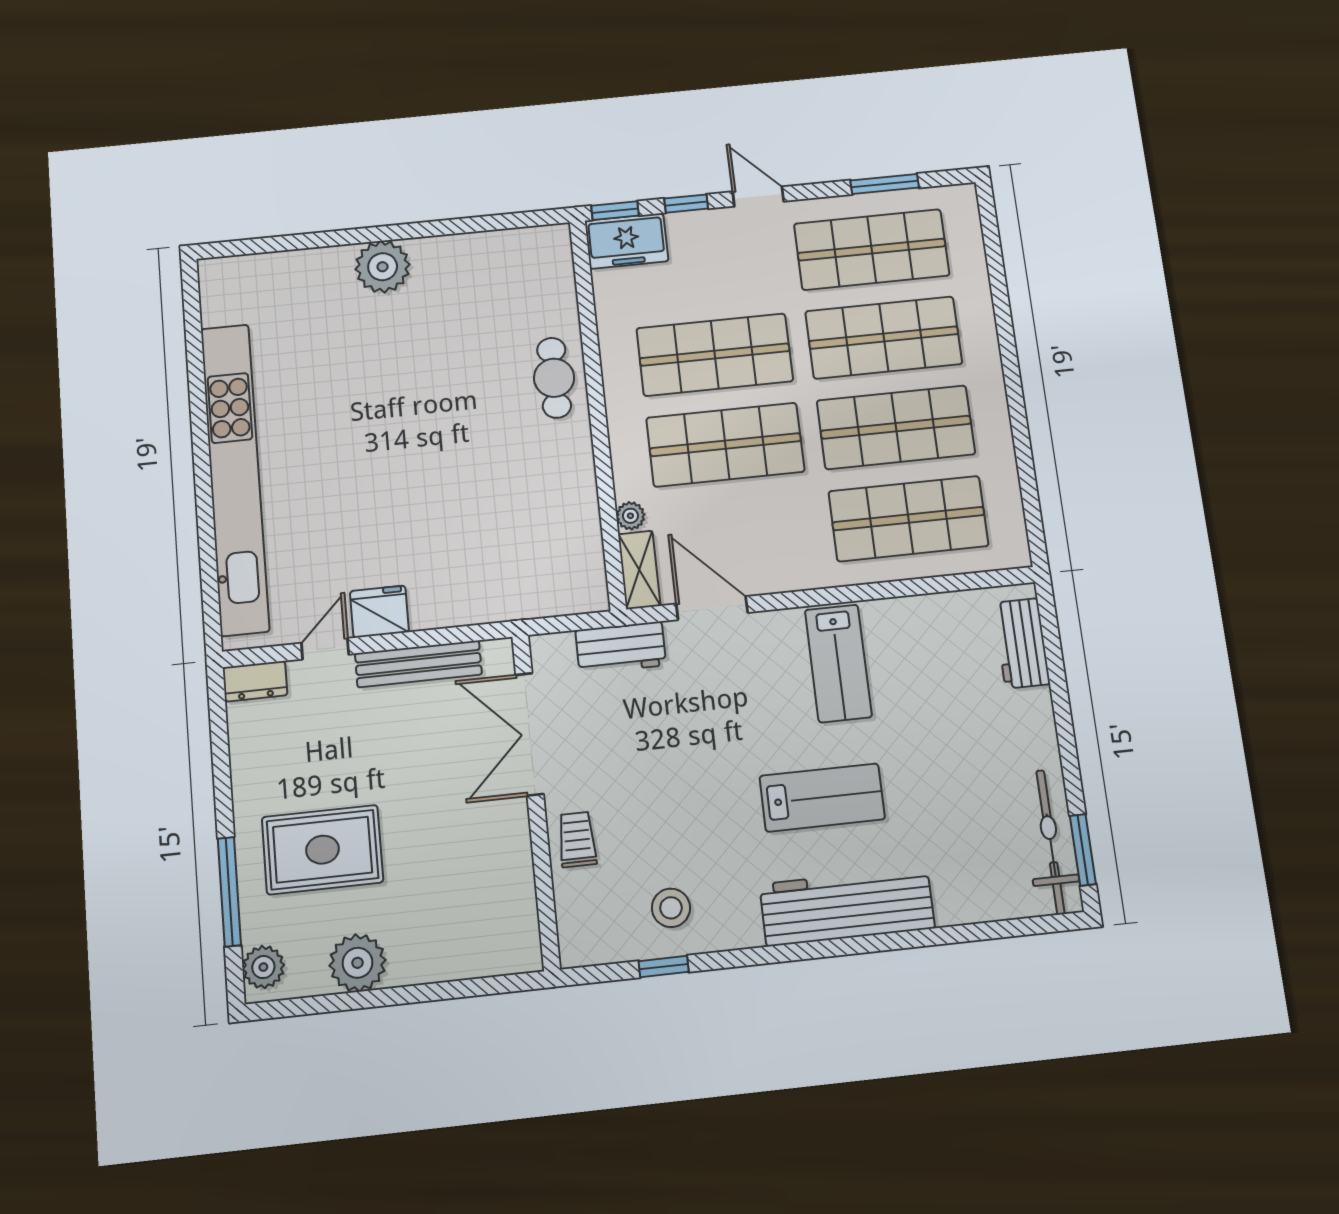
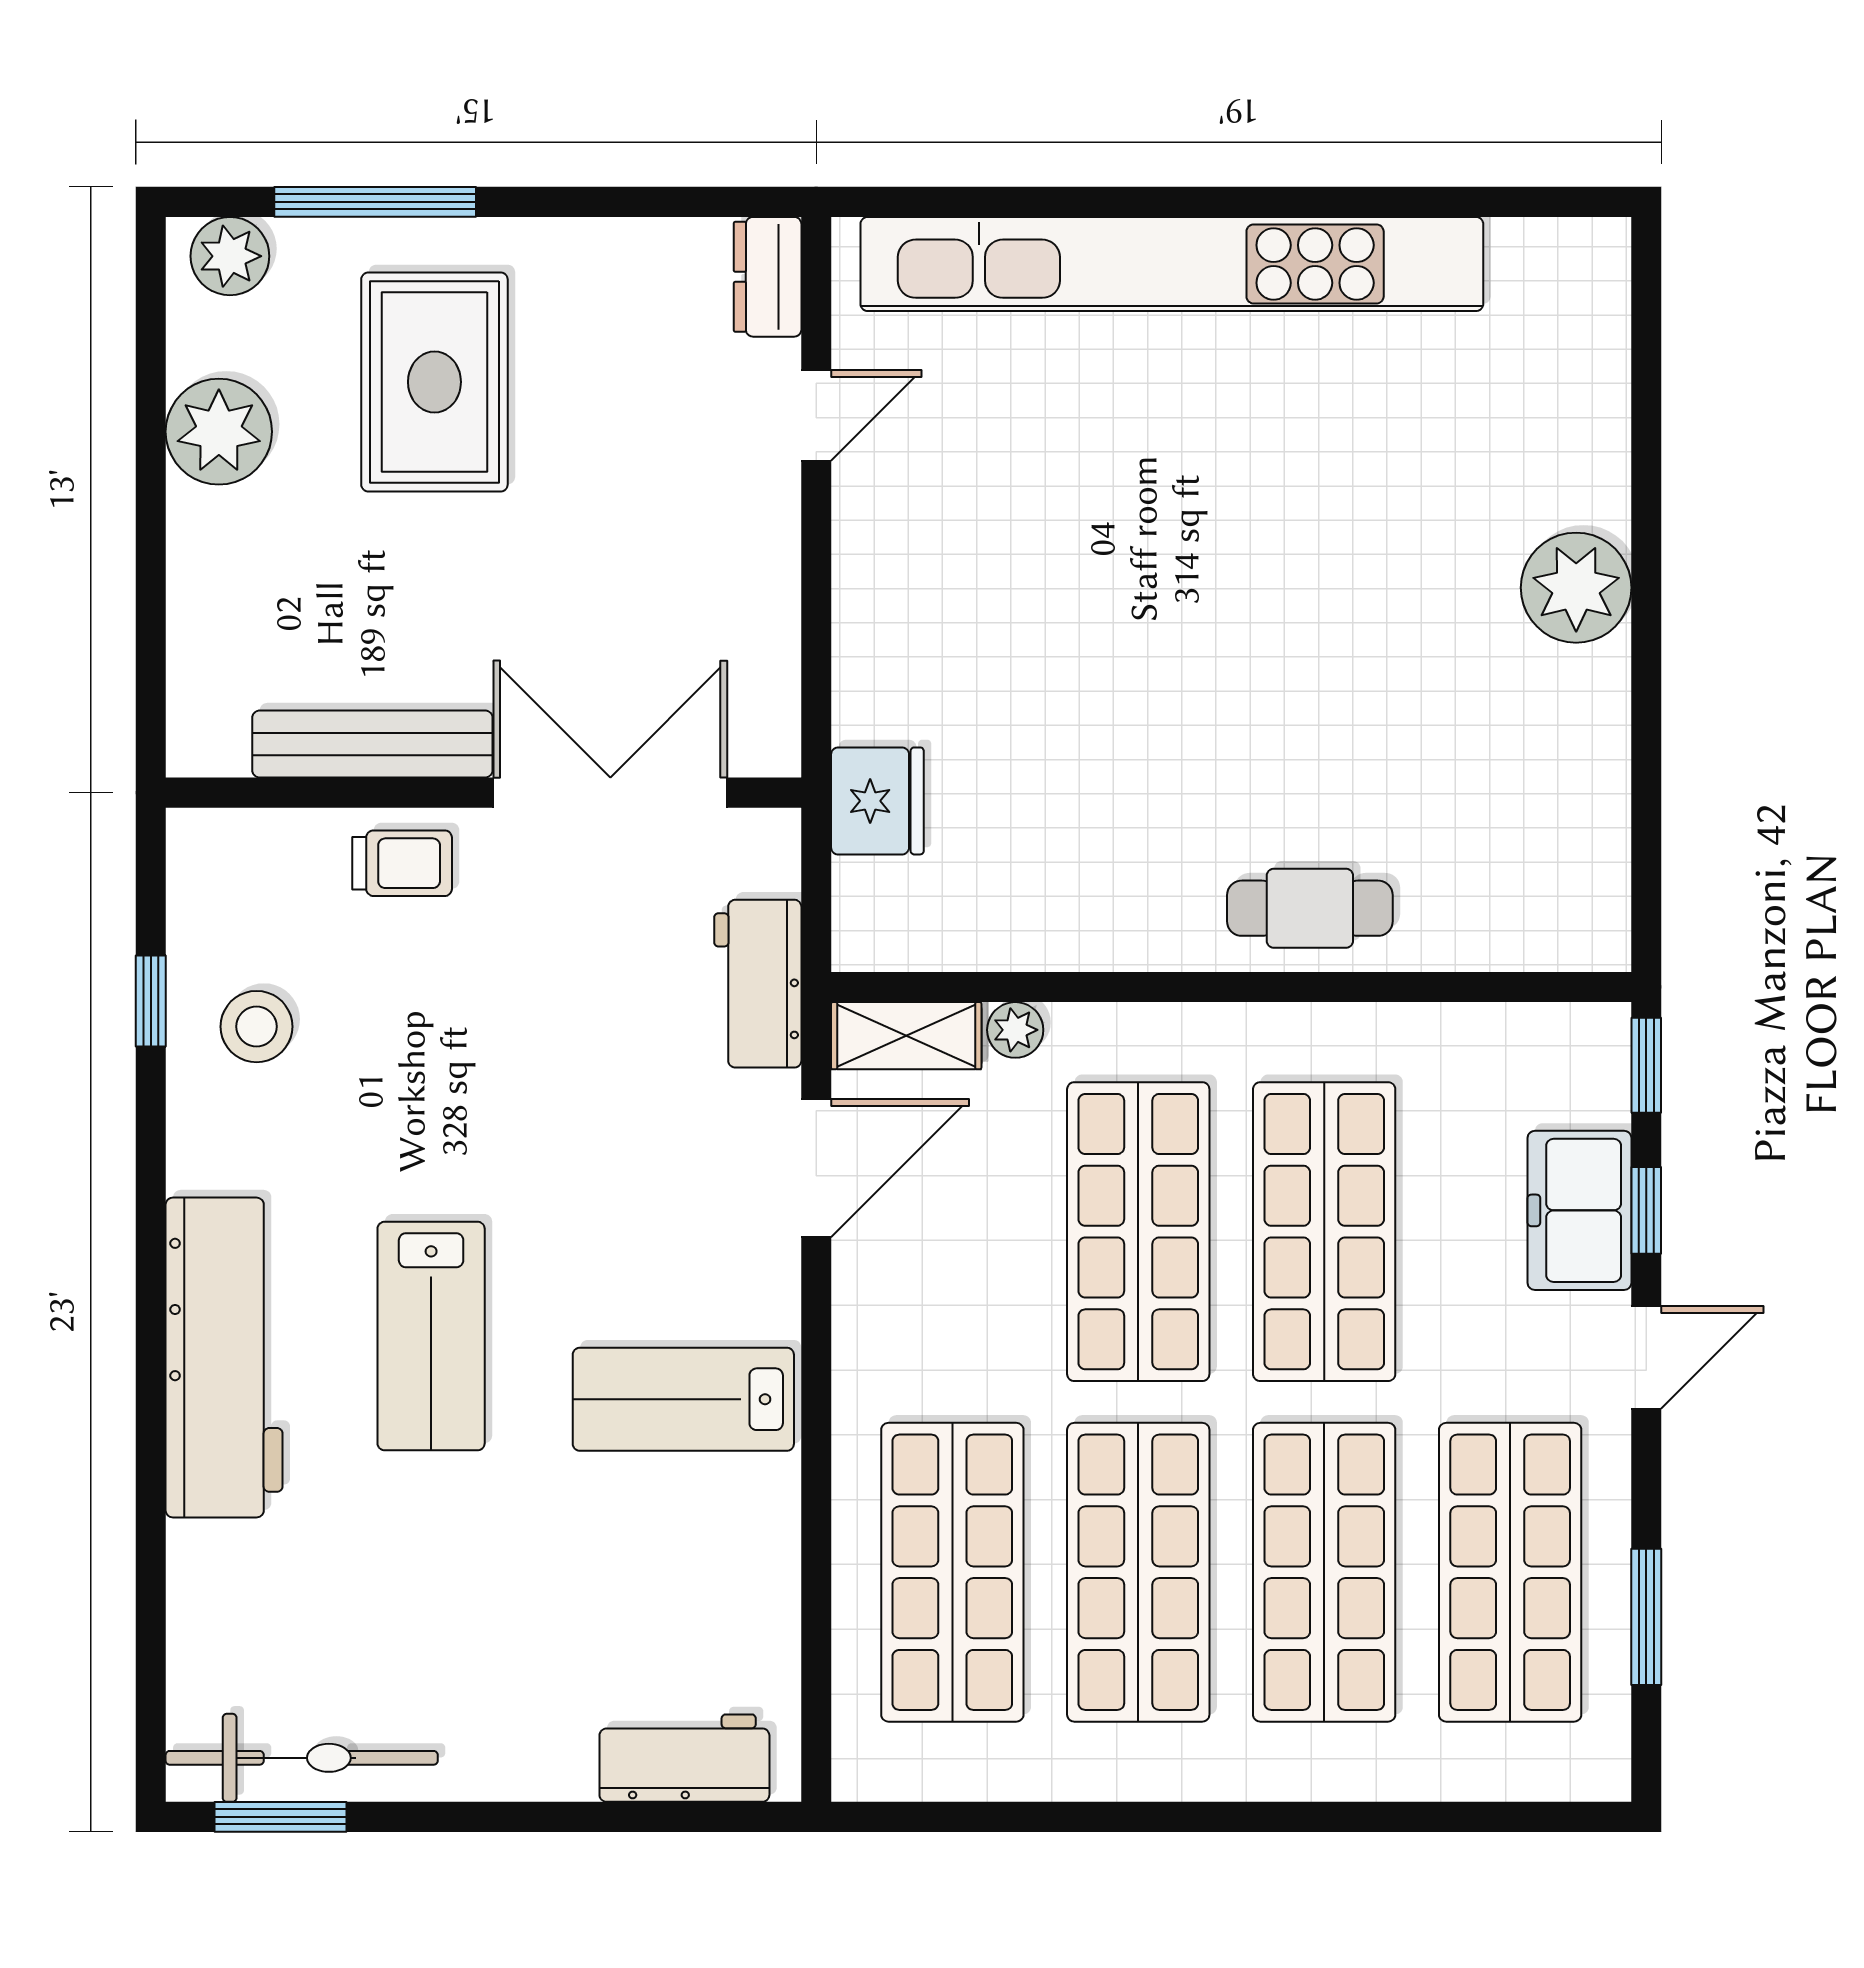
freezer: (626, 241) -> (1579, 1210), moved
fridge: (379, 612) -> (877, 801), moved
door: (325, 649) -> (816, 415), hinge flipped
bench: (418, 664) -> (372, 744), moved, turned 90

